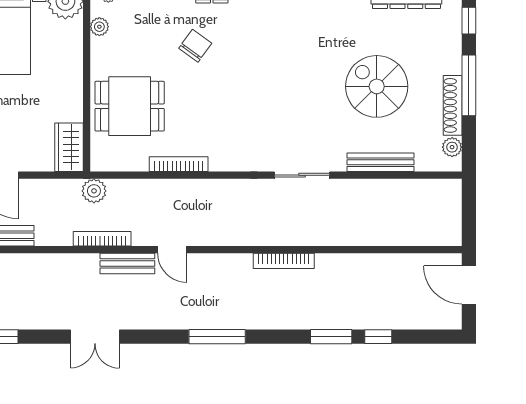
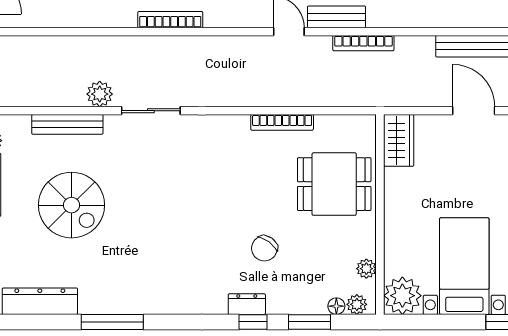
plant: (94, 191) -> (100, 94), moved

